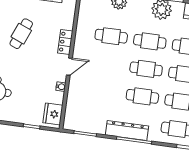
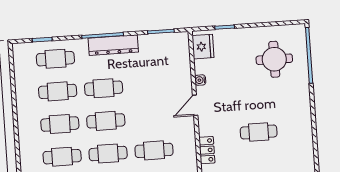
cafe table: (21, 34) -> (259, 132), turned 68
locker: (65, 42) -> (207, 150), moved

